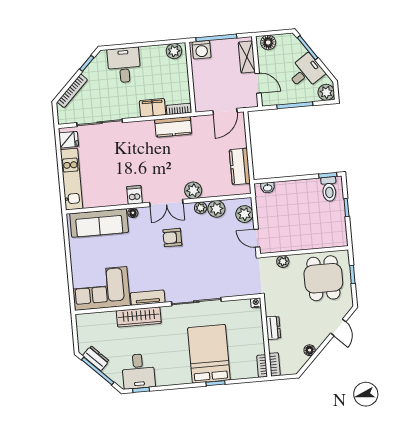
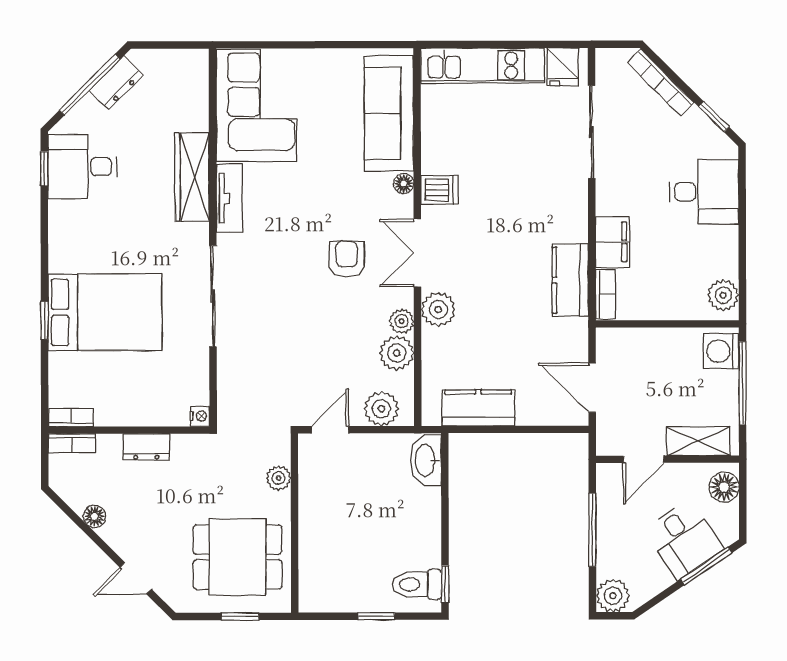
desk: (306, 72) -> (684, 539), moved
washbasin: (268, 188) -> (426, 460), width x1.91, depth x1.45

